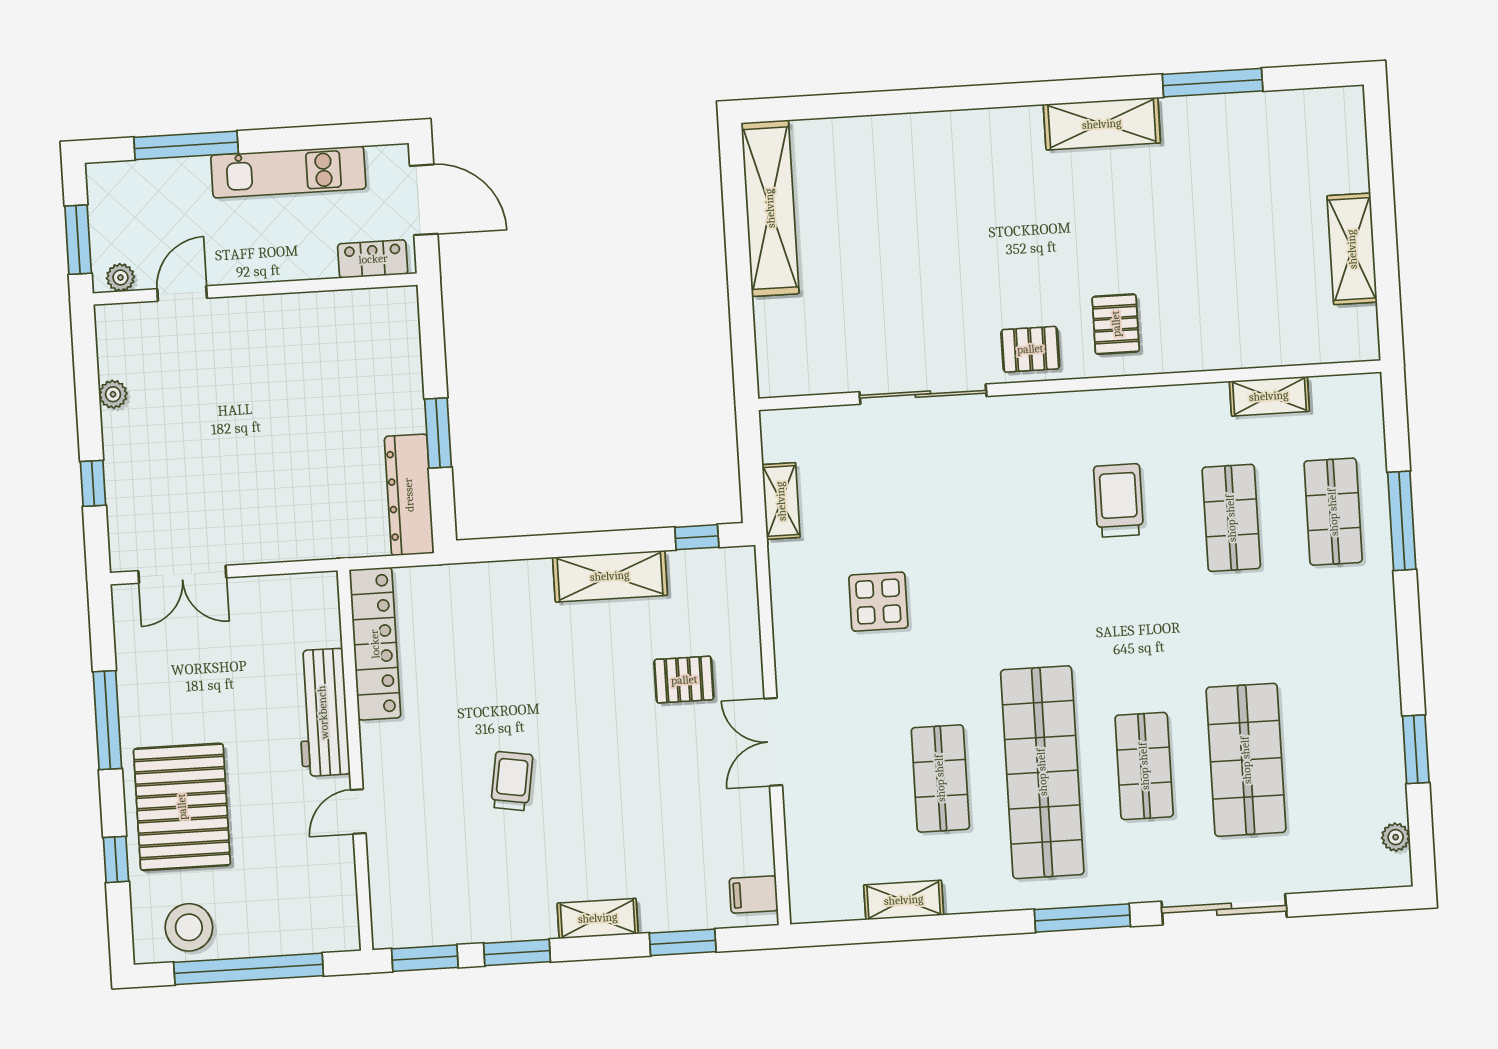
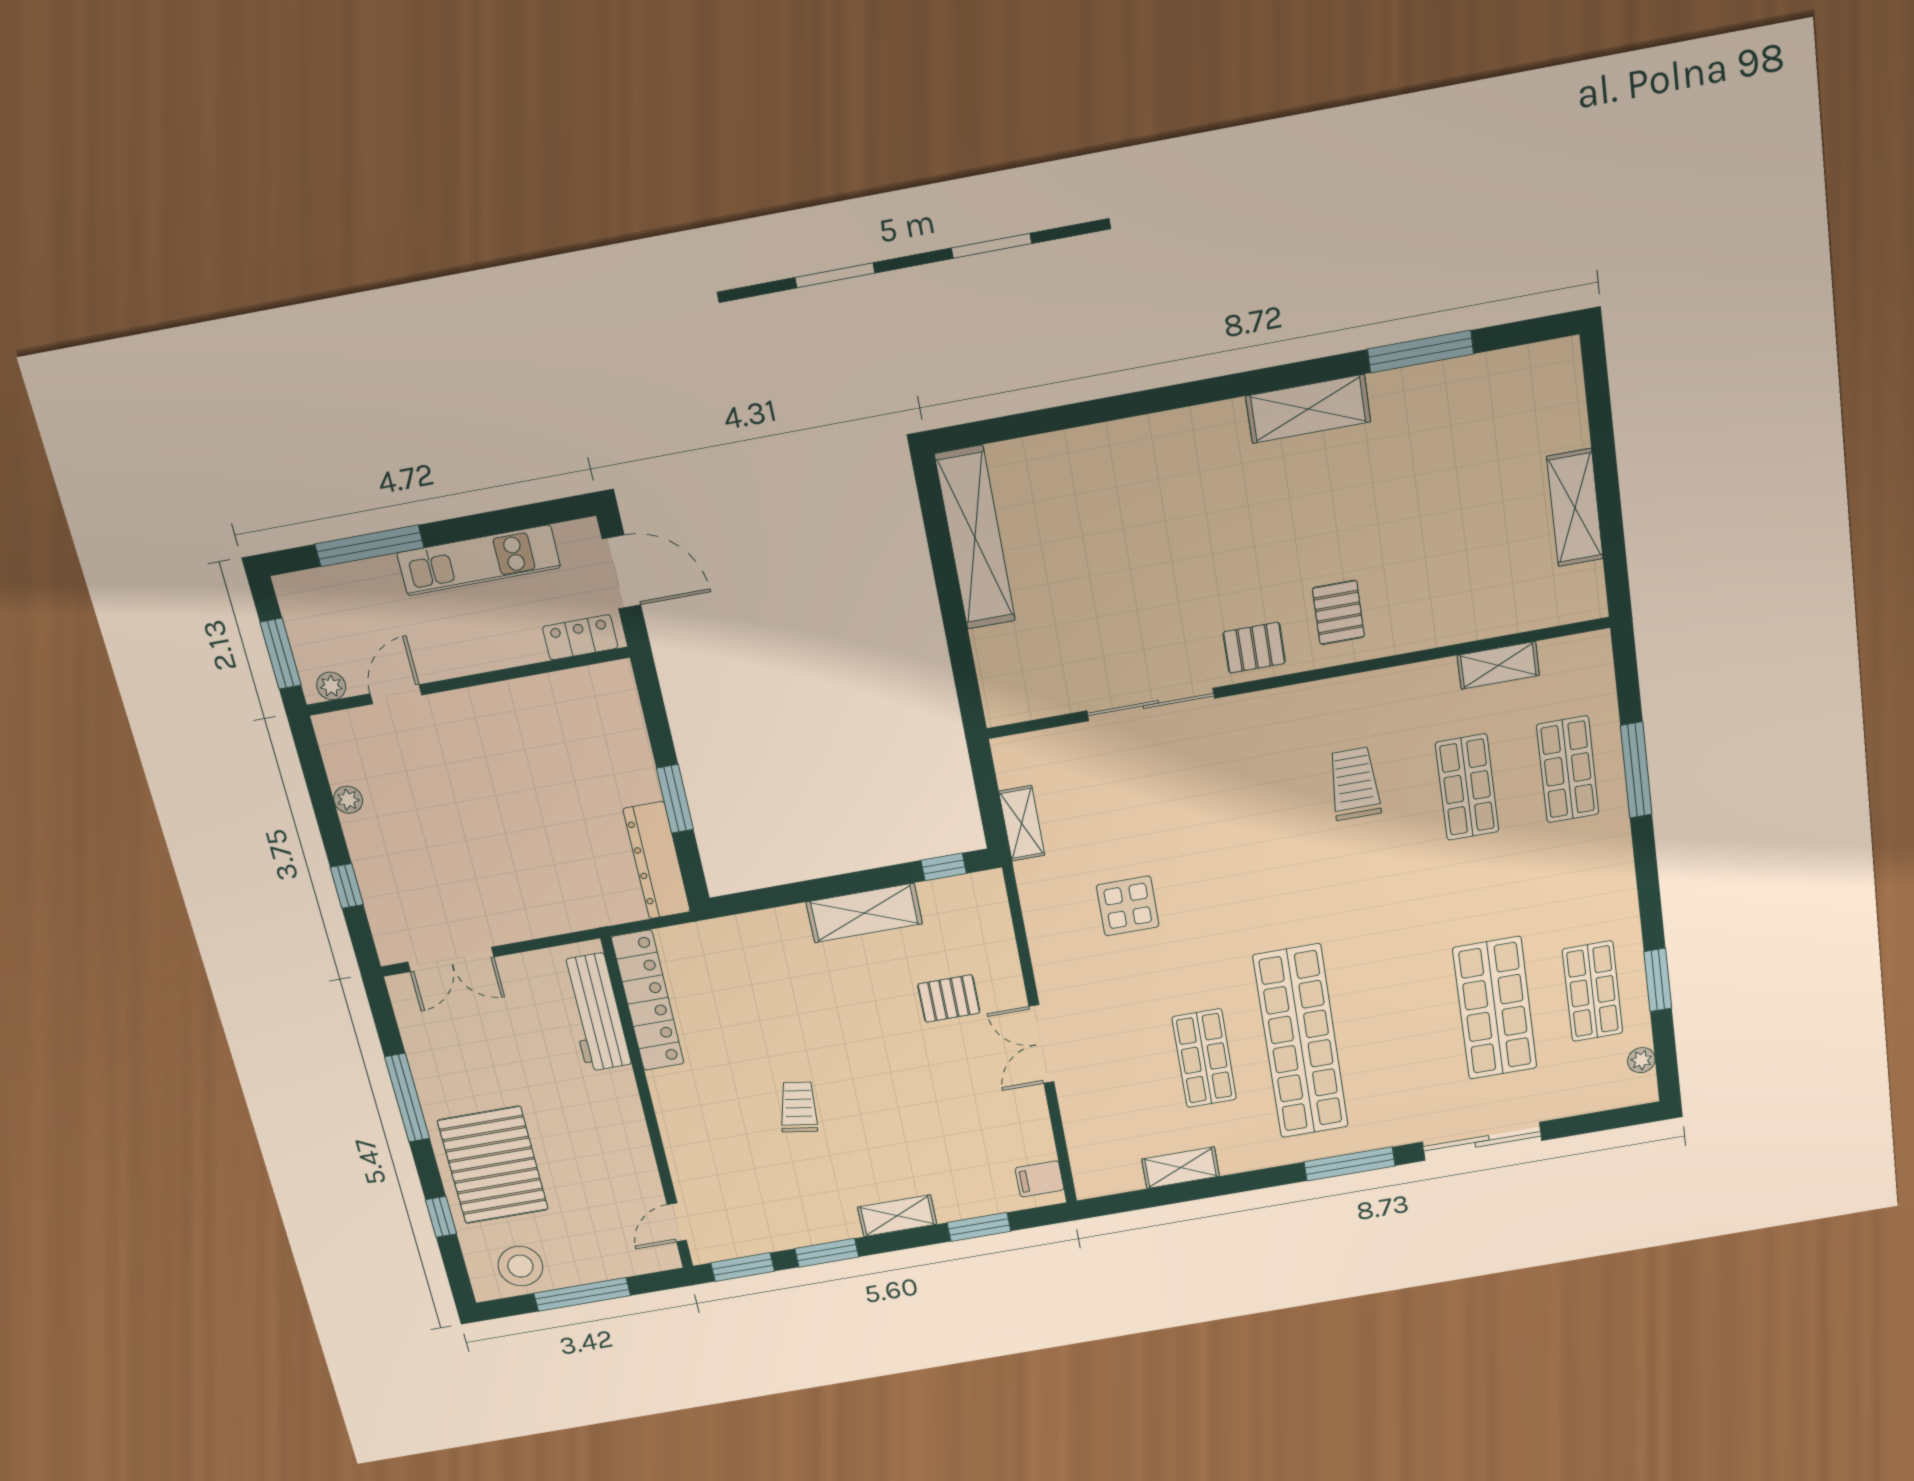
workbench: (323, 712) -> (595, 1012), moved
shop shelf: (1144, 766) -> (1593, 991), moved
door: (358, 811) -> (677, 1222), moved
window: (249, 969) -> (582, 1294), width x0.68

